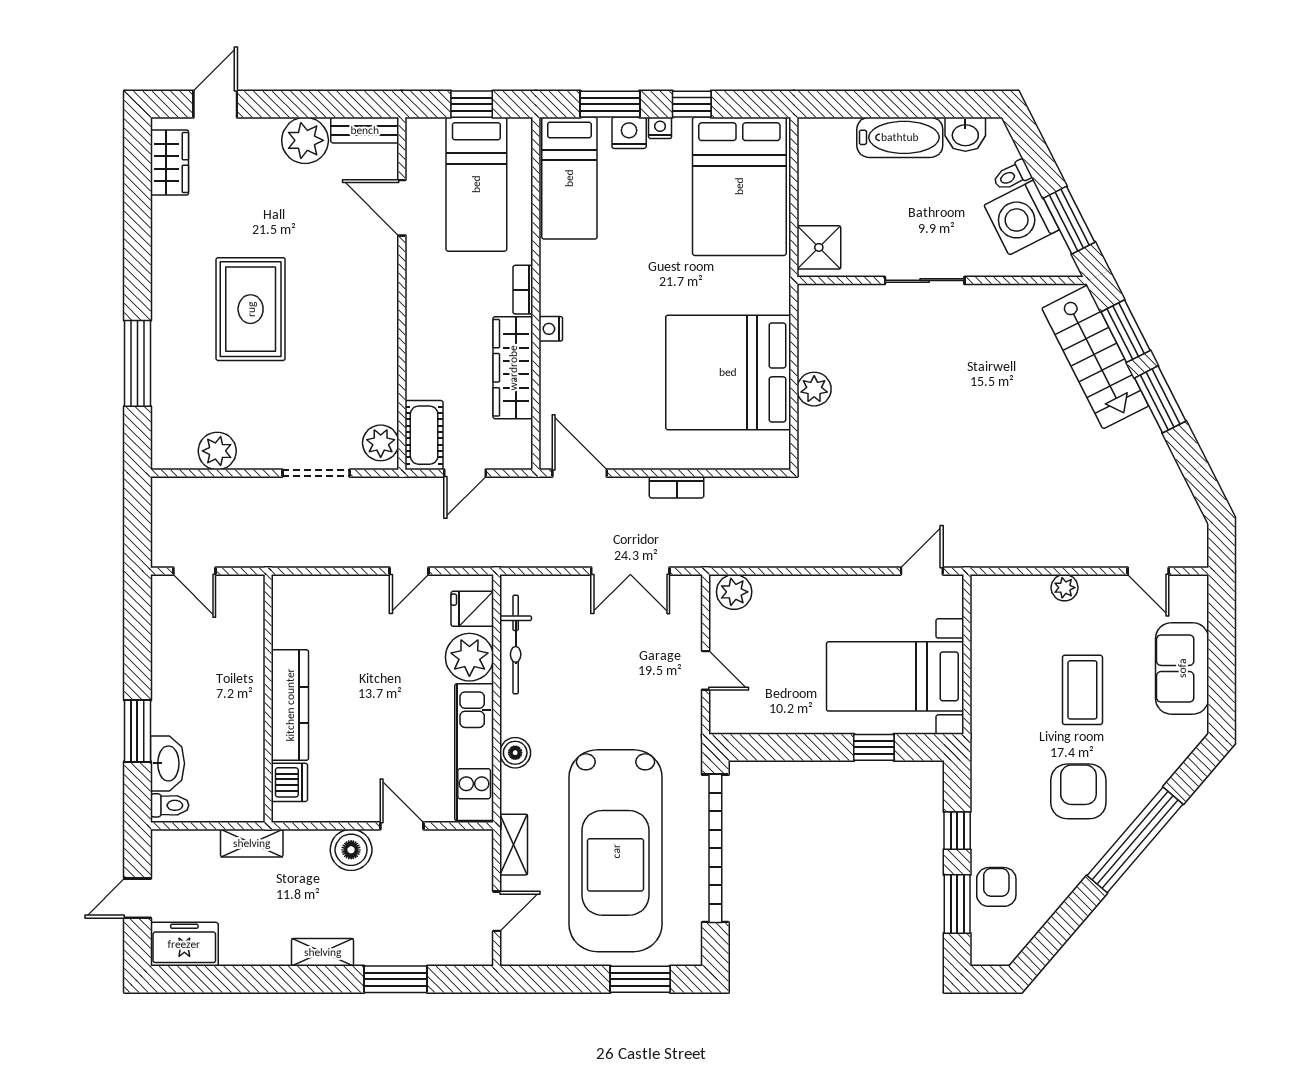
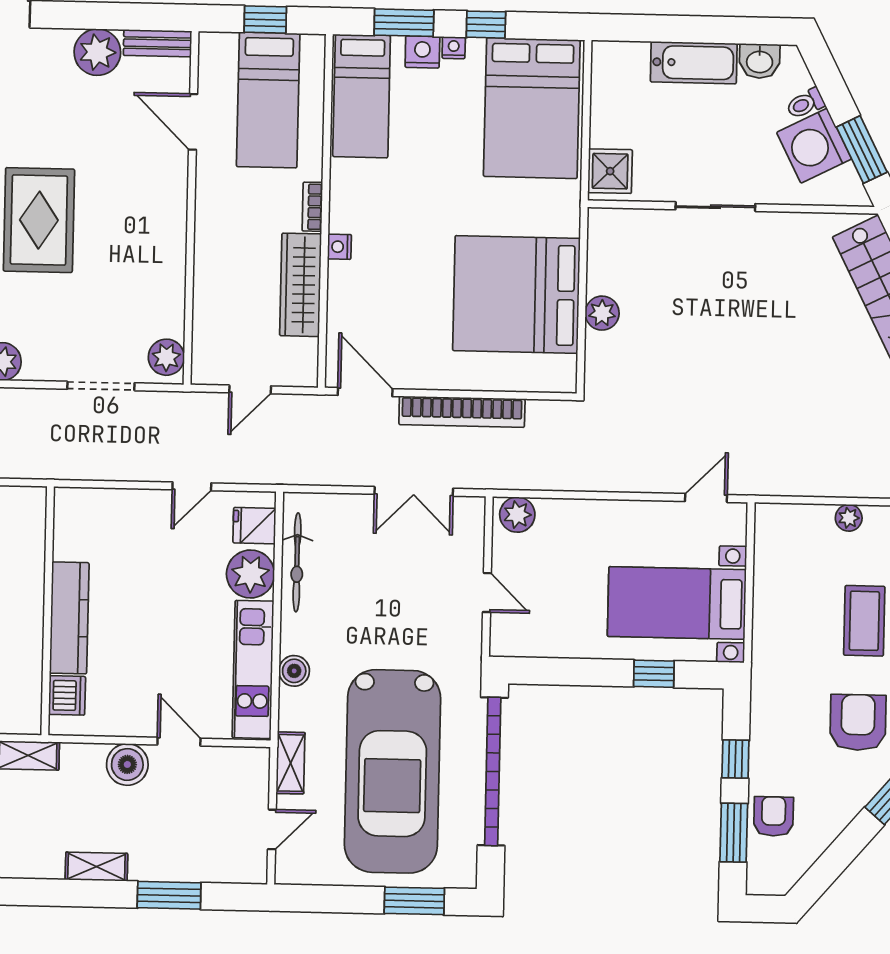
cot: (424, 435) -> (210, 350), removed
bookcase: (677, 487) -> (462, 412), width x2.31, depth x1.31

